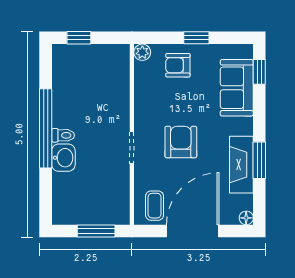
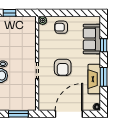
window: (196, 38) -> (71, 13), removed
window: (259, 72) -> (104, 45), moved
armchair: (181, 142) -> (63, 67), turned 180
coffee table: (155, 206) -> (49, 101), removed

